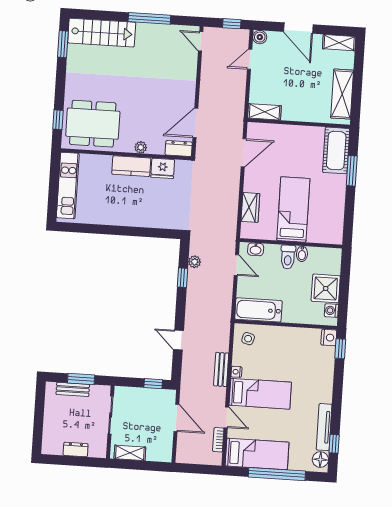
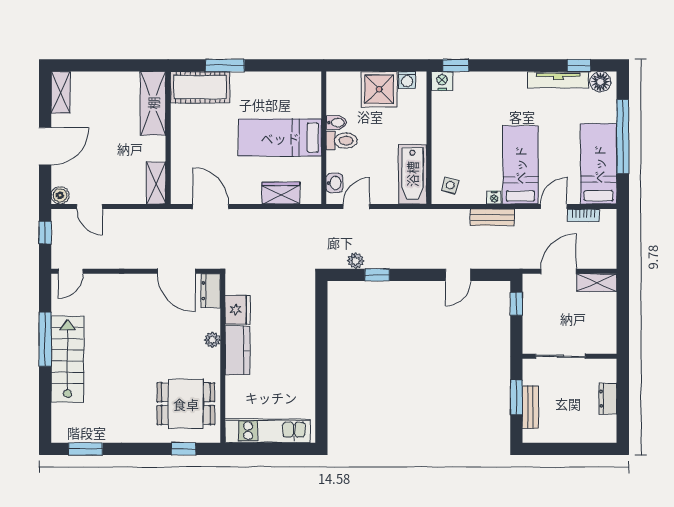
stairs: (102, 33) -> (67, 359), moved
shelving: (342, 94) -> (153, 103), moved, turned 90
dining table: (93, 124) -> (186, 404), width x0.73
shelving: (130, 453) -> (597, 283), moved, turned 90

